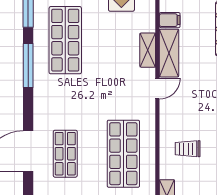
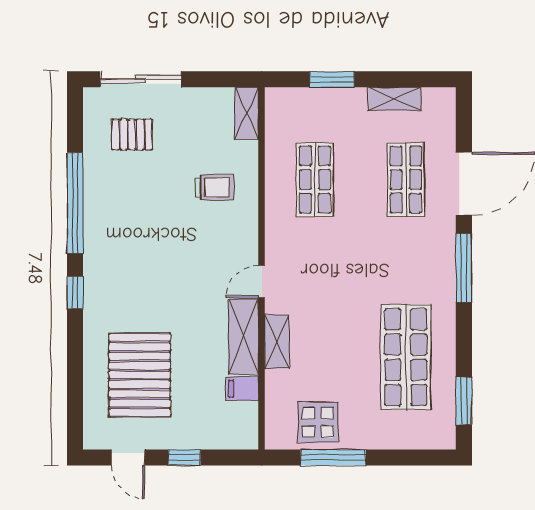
window: (28, 65) -> (464, 268), moved
shop shelf: (123, 154) -> (315, 180), width x0.70, depth x0.74

